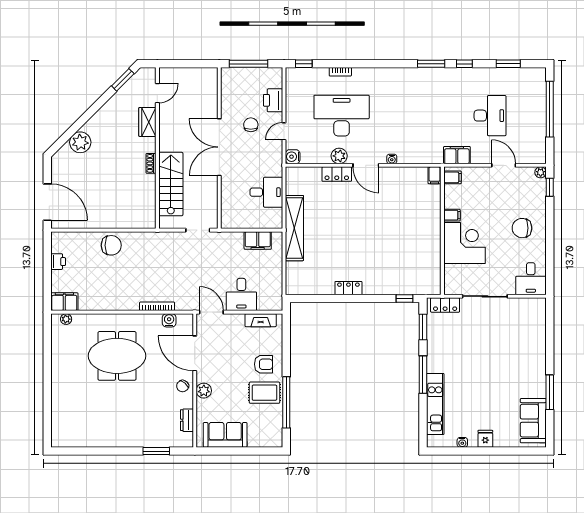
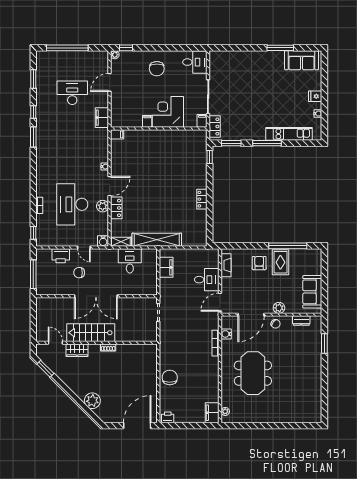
filing cabinet: (453, 177) -> (202, 121), moved
shelving: (292, 180) -> (121, 242), added
stairs: (171, 184) -> (91, 333), moved
printer: (58, 262) -> (168, 417), moved

